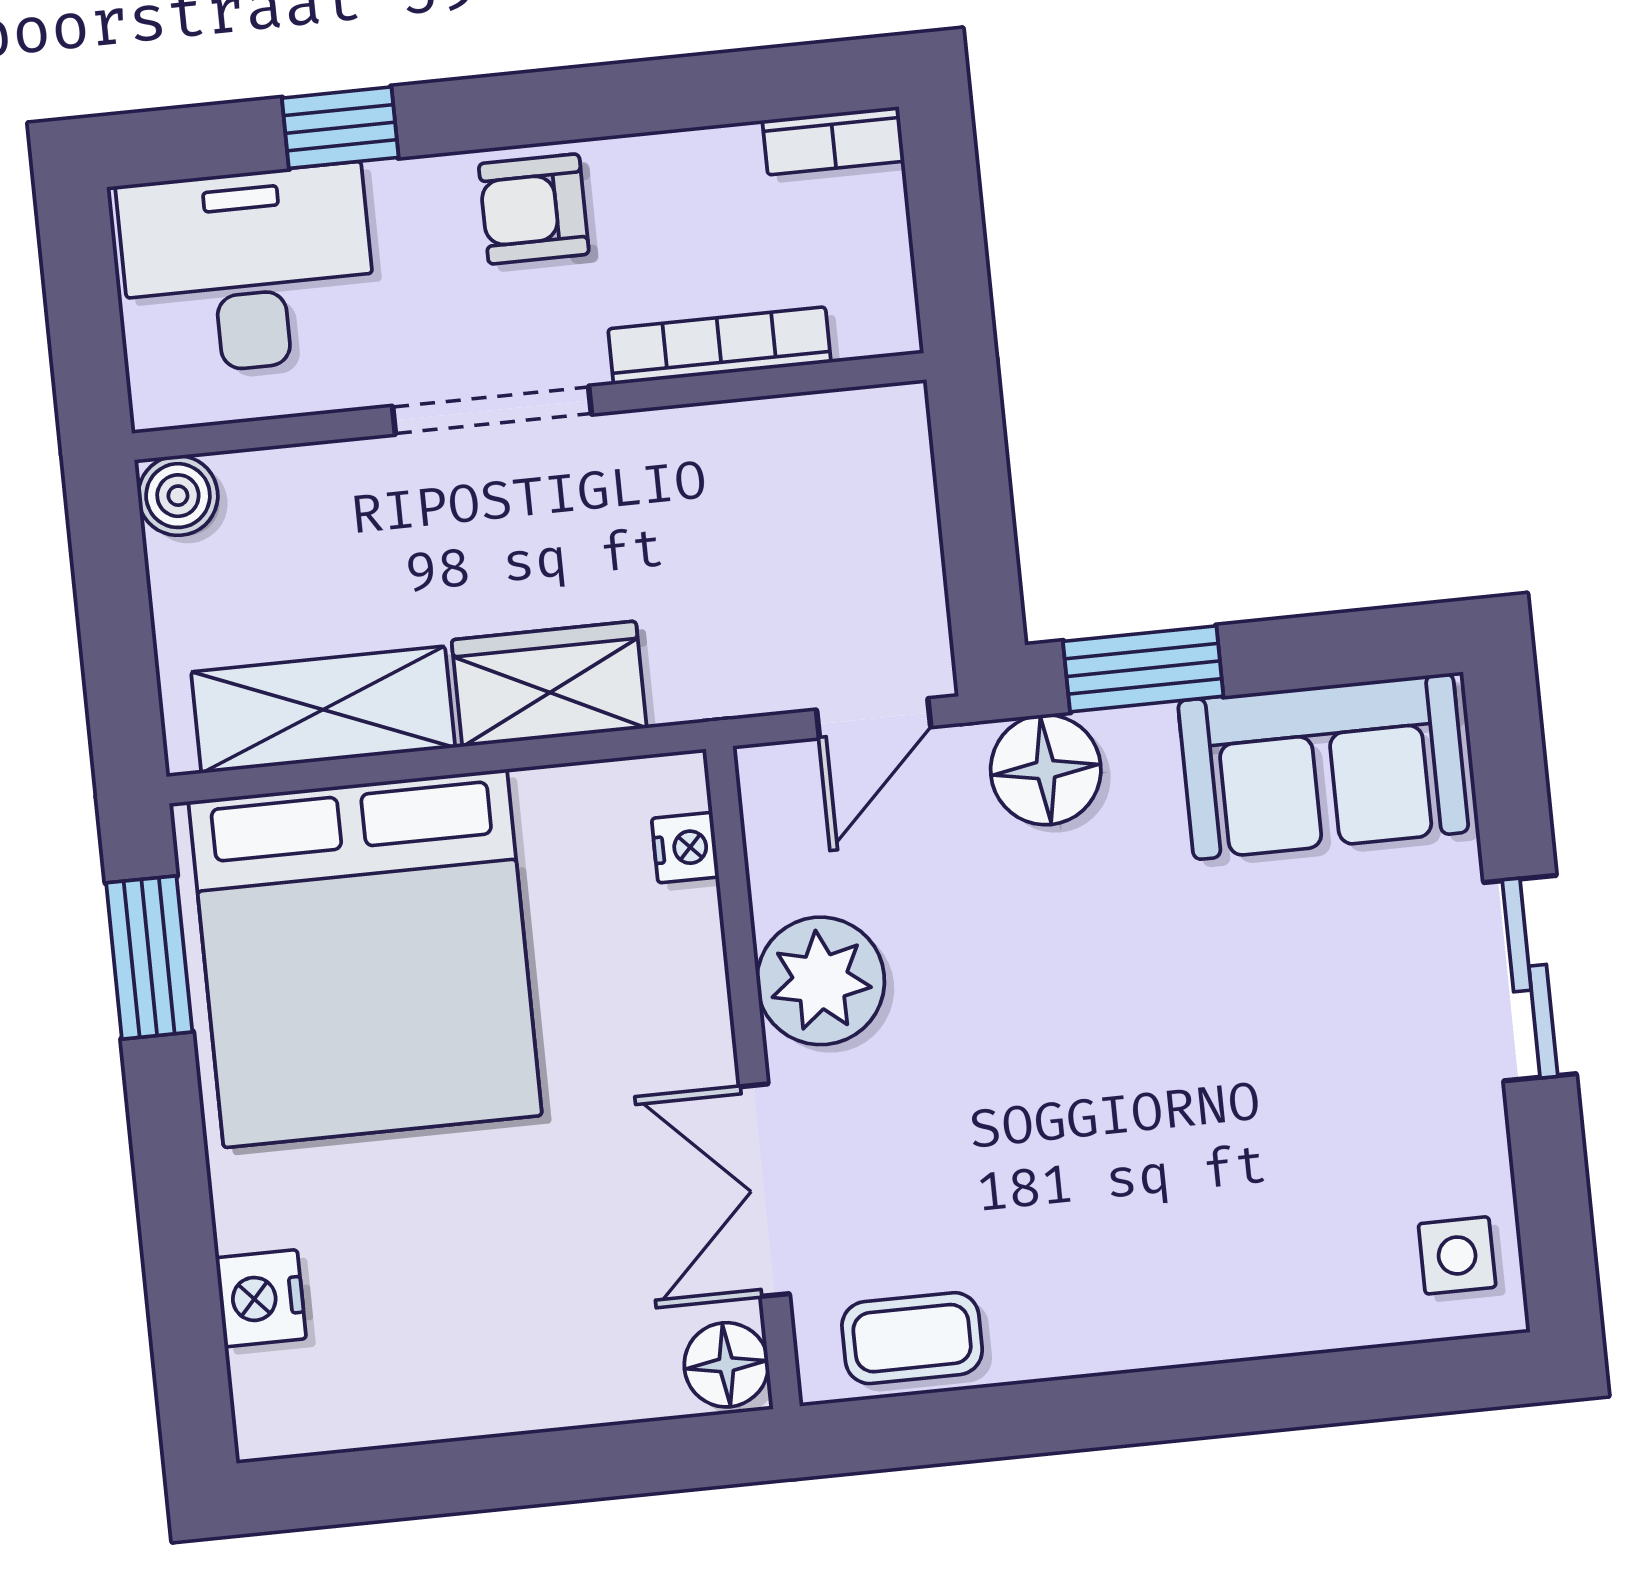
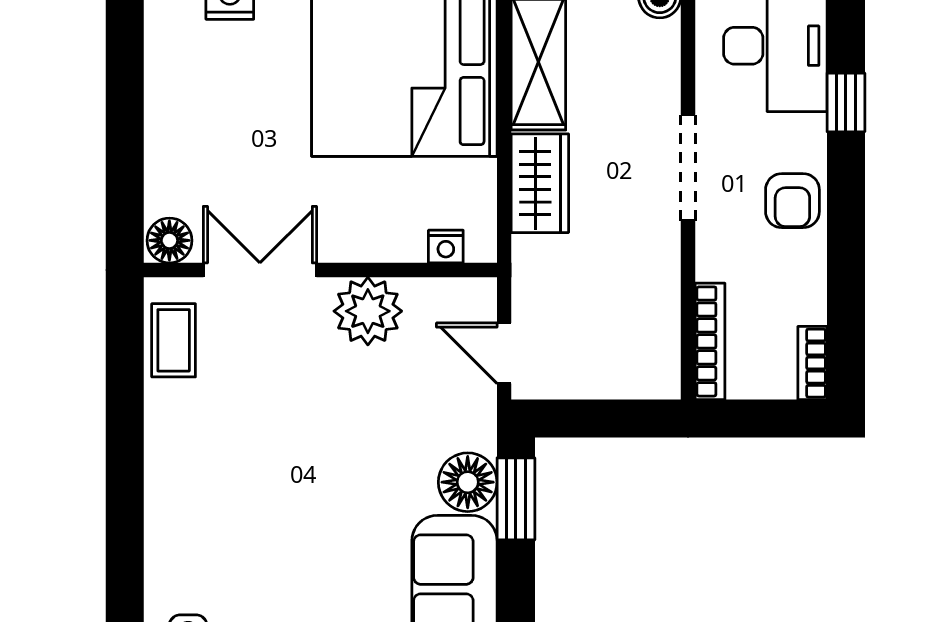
armchair: (534, 209) -> (792, 201), turned 180
bookcase: (719, 346) -> (710, 341), moved
floor lamp: (1046, 770) -> (468, 482), moved

